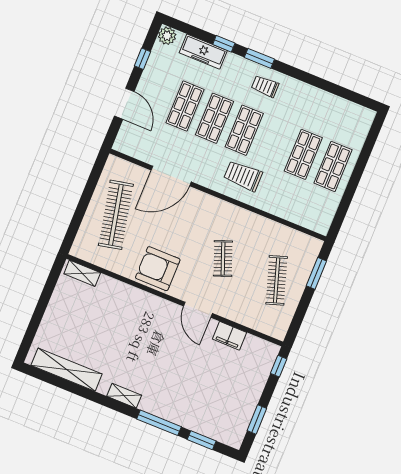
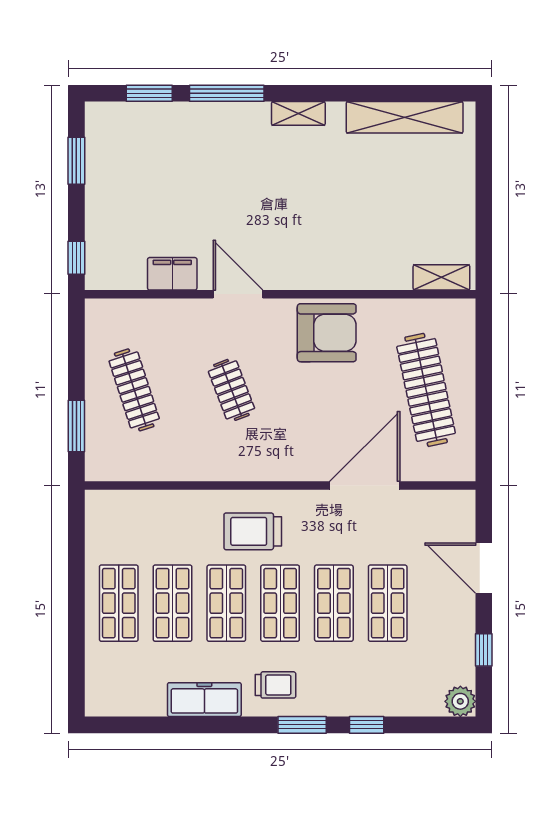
freezer: (203, 52) -> (204, 700), moved
shop shelf: (274, 142) -> (226, 603), added
trolley: (243, 176) -> (253, 531), turned 180

